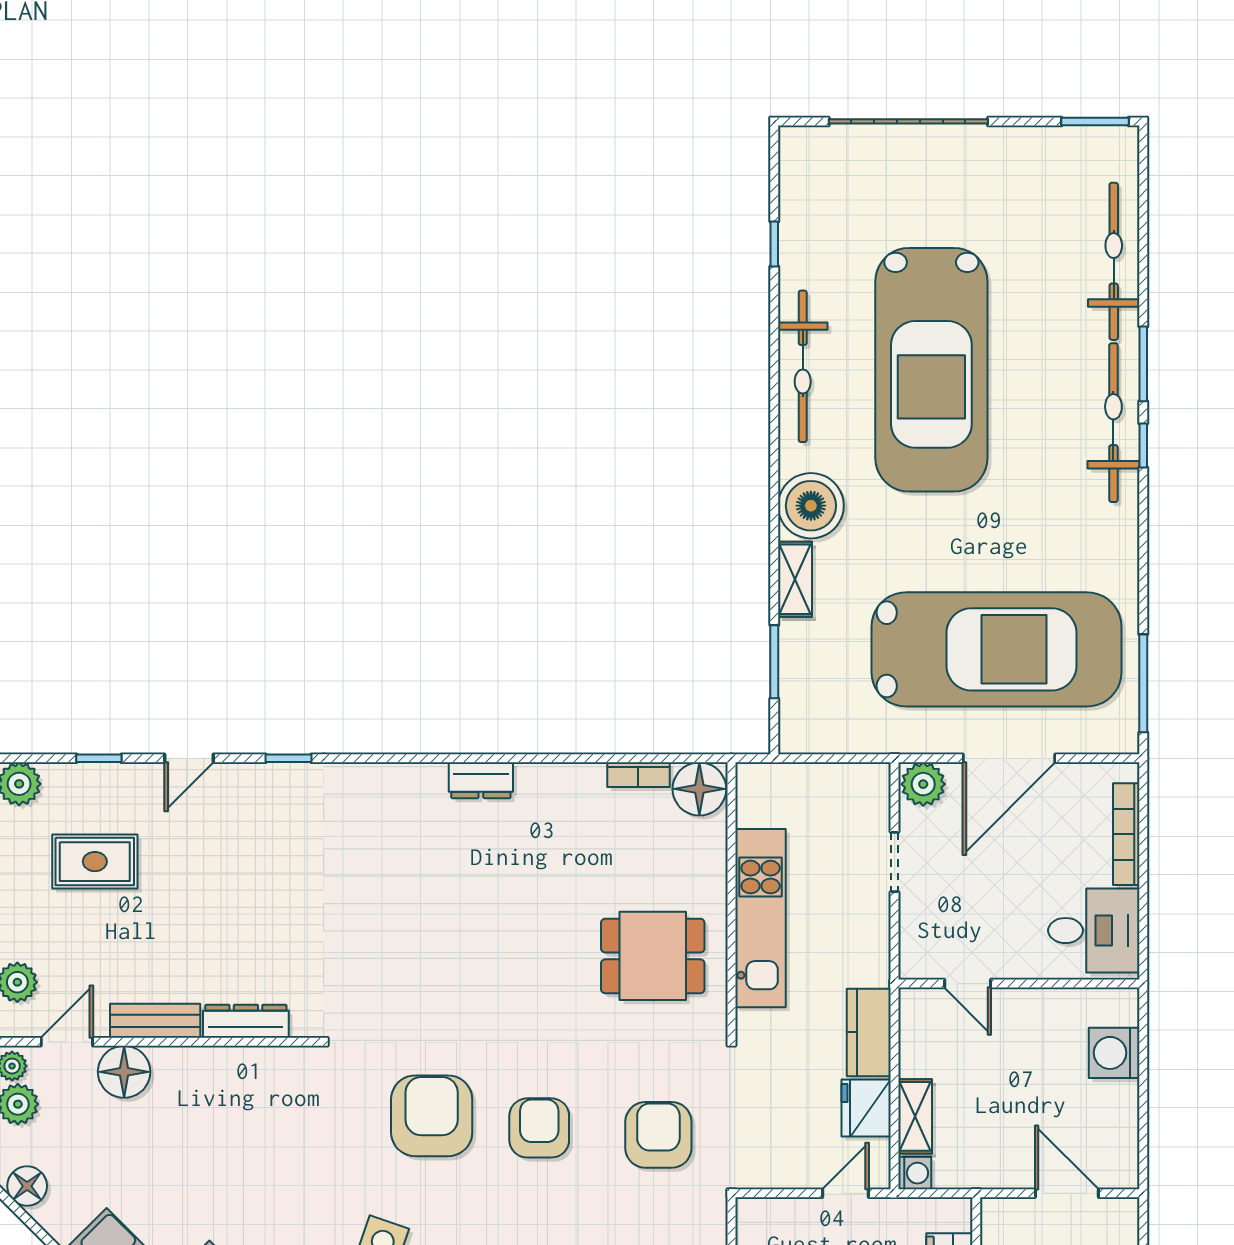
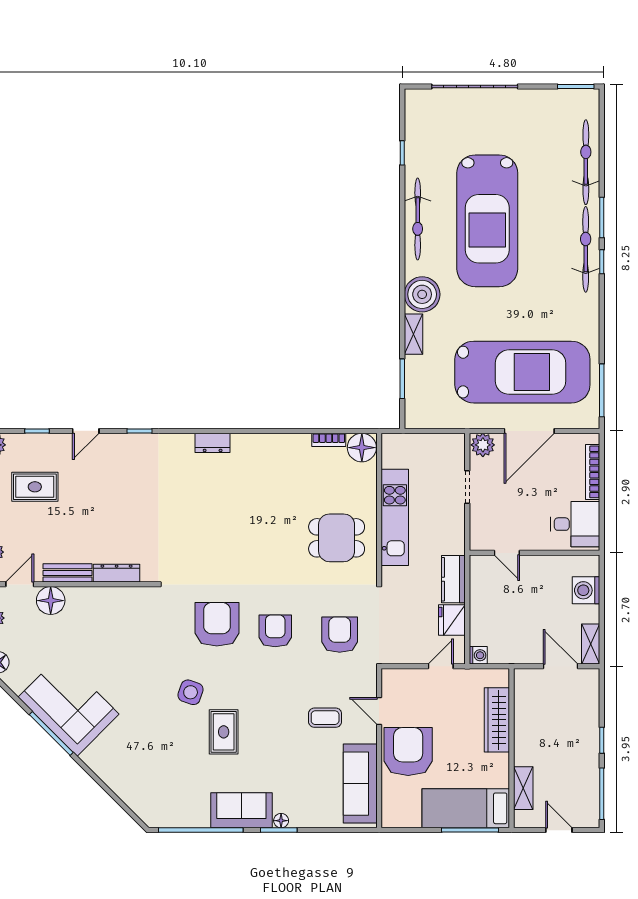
dresser: (481, 780) -> (213, 443), moved
shelving: (915, 1116) -> (591, 644), moved

